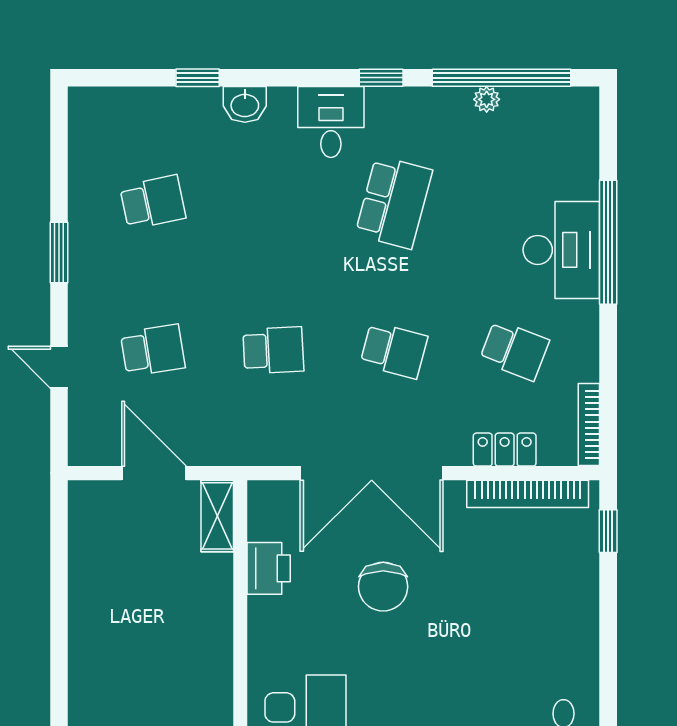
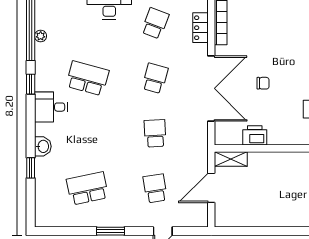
school desk: (153, 202) -> (88, 188), width x1.85
chair: (383, 587) -> (263, 83), width x0.54, depth x0.54

